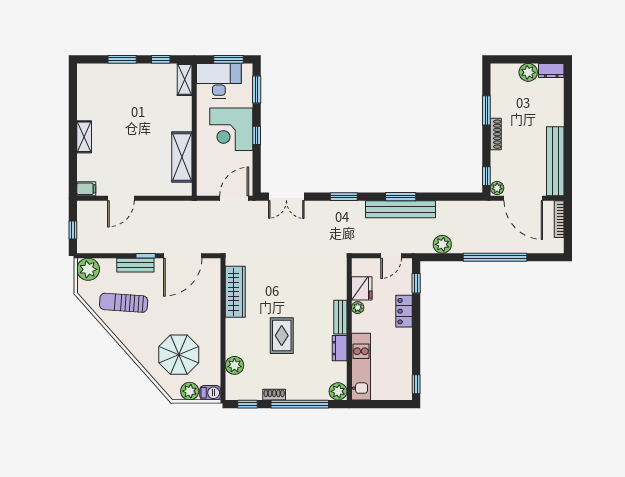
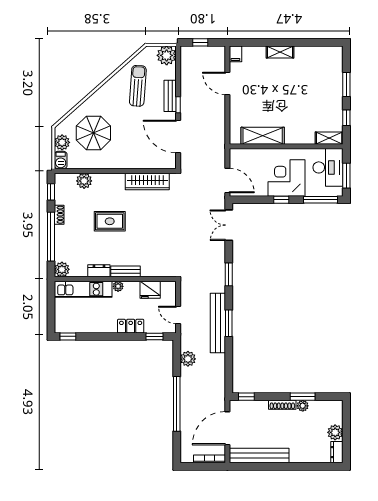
window: (257, 89) -> (321, 200), width x1.44
plant: (497, 188) -> (303, 406), moved
plant: (358, 308) -> (118, 286), moved

